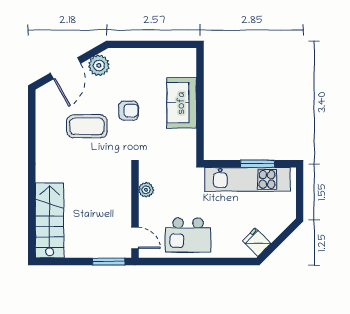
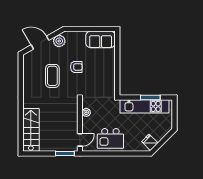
door: (65, 68) -> (40, 43), swing flipped
sofa: (182, 103) -> (101, 39), moved, turned -90
coffee table: (87, 126) -> (52, 76), turned 90
door: (135, 238) -> (80, 140), hinge flipped

